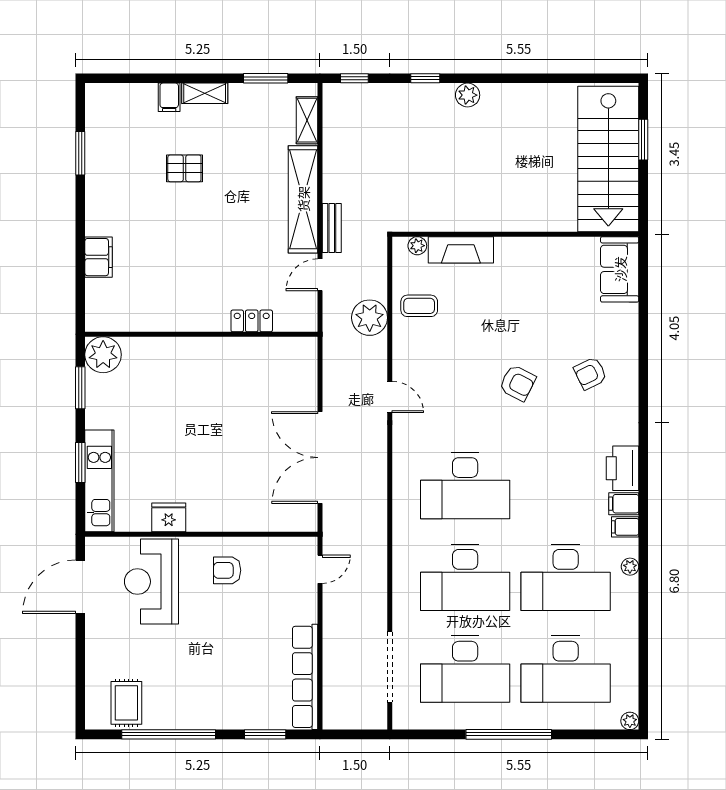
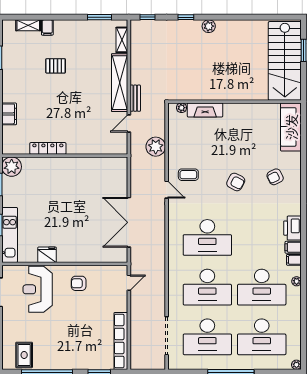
shelving: (205, 93) -> (28, 25), moved
sofa: (620, 269) -> (291, 127), width x1.36
coffee table: (419, 306) -> (188, 175), moved
locker: (252, 321) -> (48, 148), moved, width x1.53

